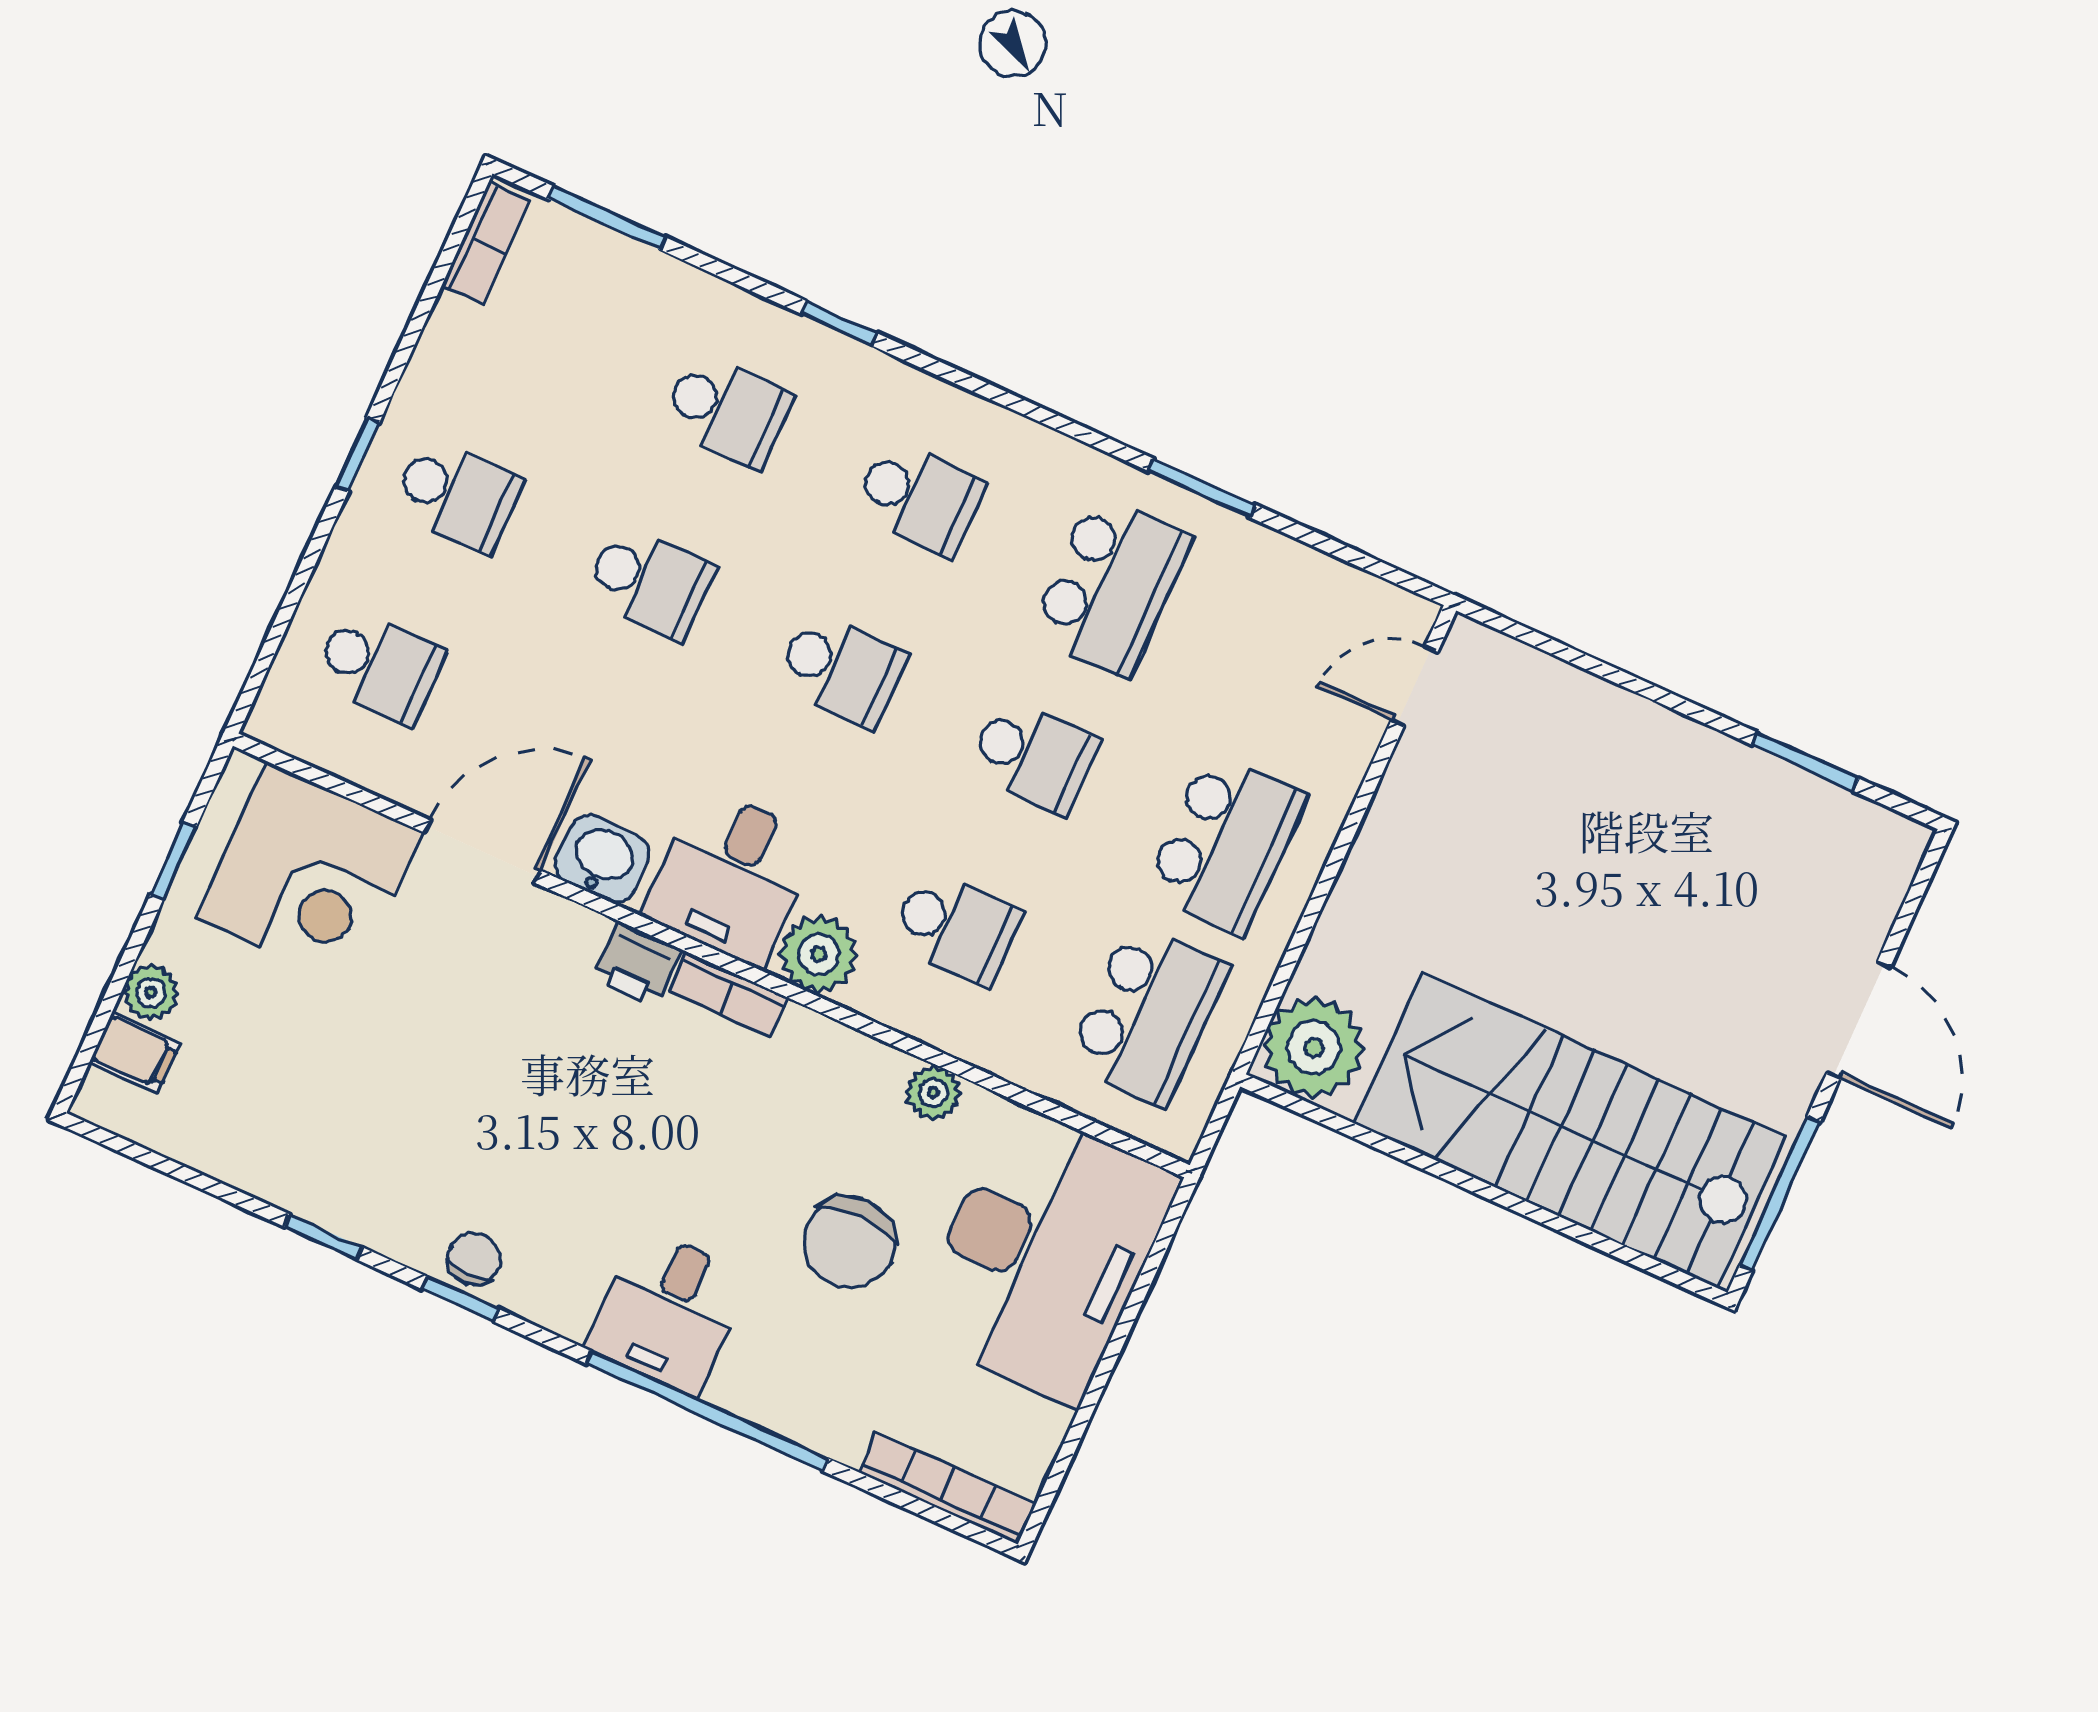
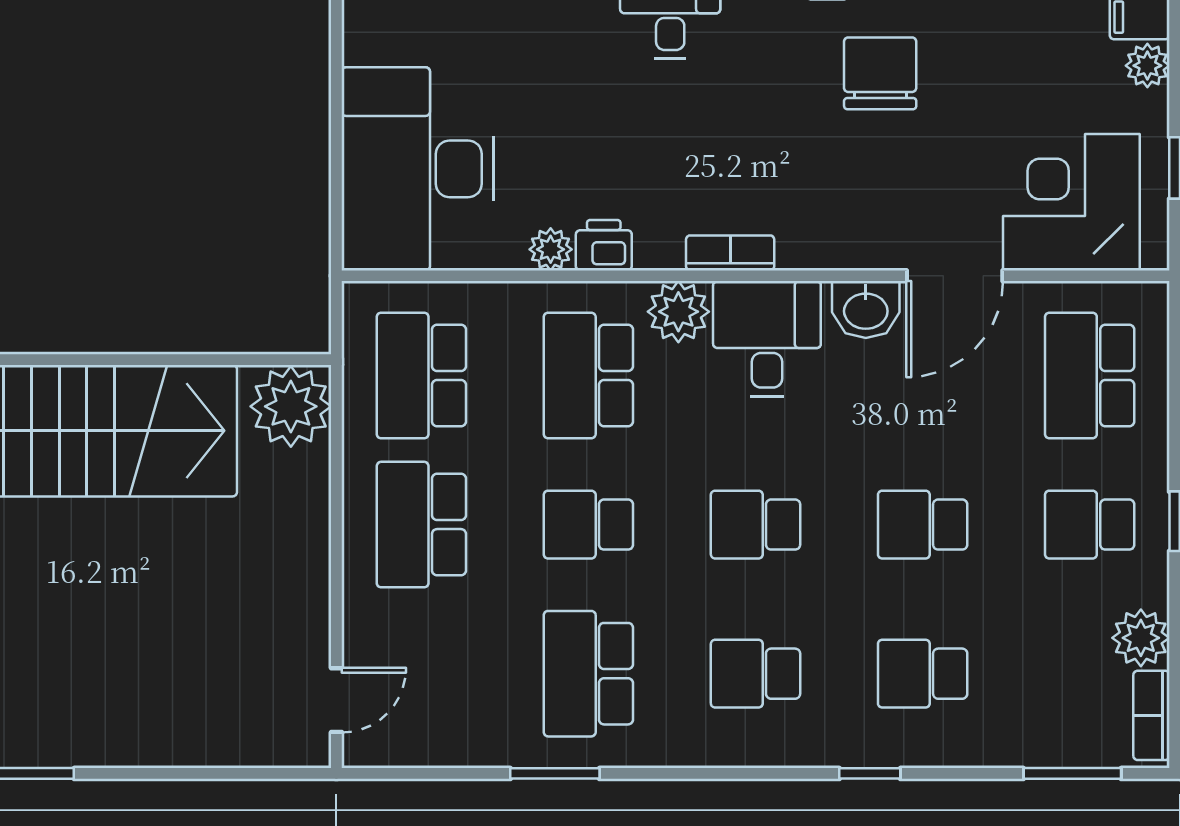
plant: (457, 338) -> (1141, 638), added
school desk: (379, 666) -> (1090, 375), width x1.85
school desk: (955, 928) -> (588, 375), width x1.85
printer: (637, 964) -> (604, 245), moved
chair: (849, 1243) -> (880, 73), moved

